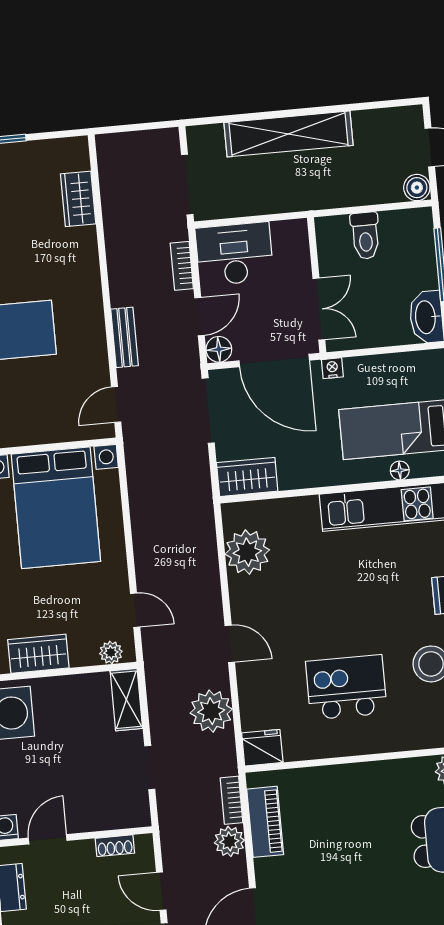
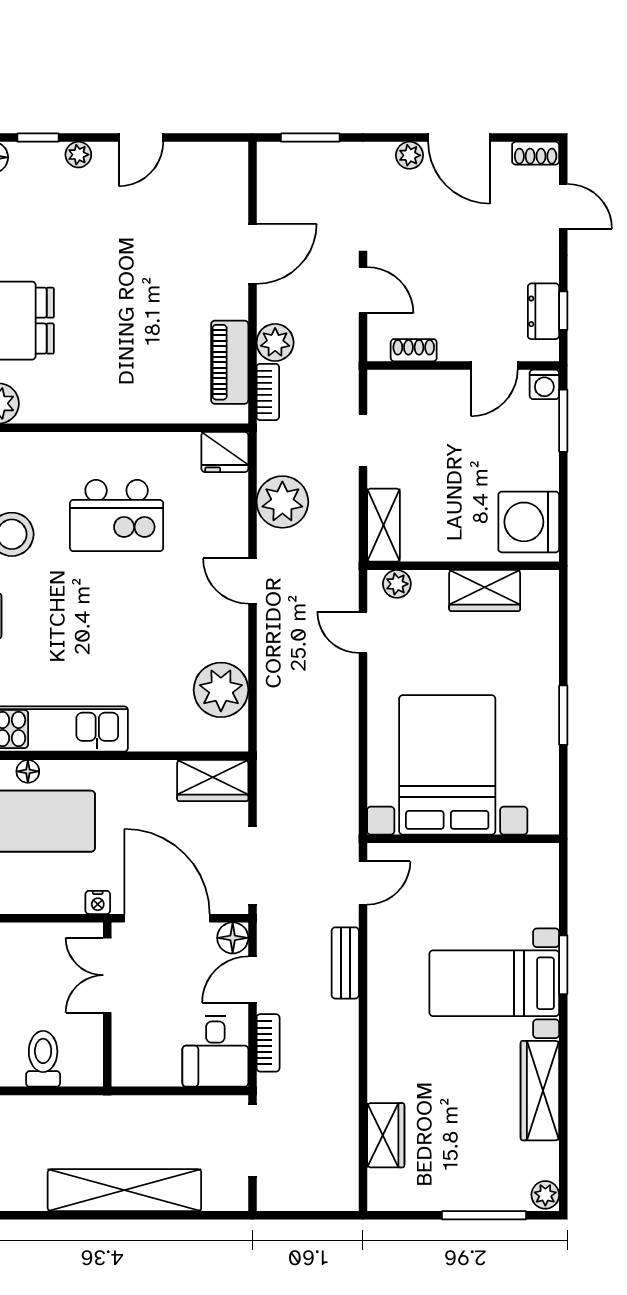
desk: (234, 254) -> (215, 1051), width x0.73

